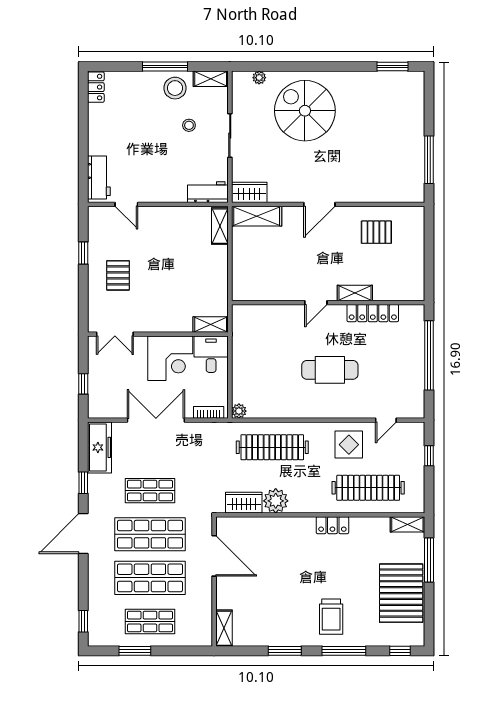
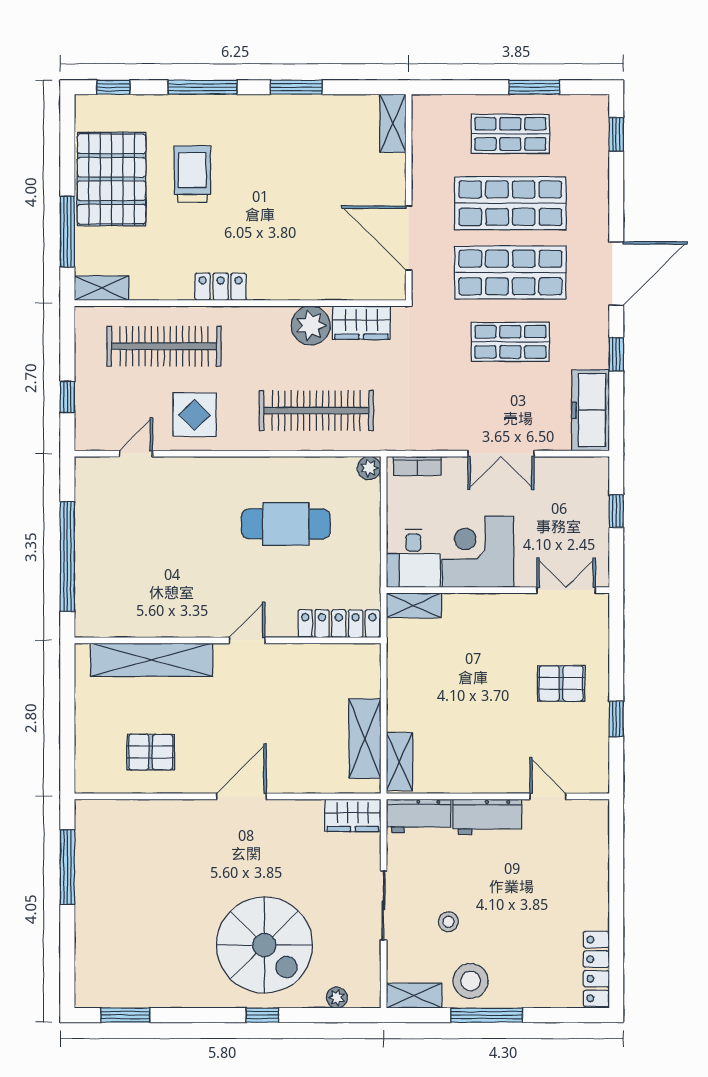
window: (306, 67) -> (262, 1015), added
locker: (96, 87) -> (596, 969), width x1.53
workbench: (99, 177) -> (487, 817), moved, turned -90
shelving: (257, 216) -> (365, 739), moved, turned 90
pallet: (118, 275) -> (561, 683), turned 90
shelving: (355, 293) -> (152, 660), width x2.20, depth x1.33
locker: (373, 313) -> (339, 624), moved
cafe table: (330, 370) -> (286, 524), moved
double door: (156, 420) -> (501, 454), width x0.73
trolley: (331, 617) -> (192, 174), moved

